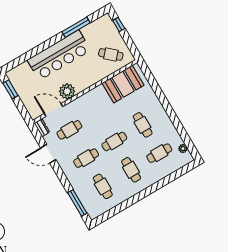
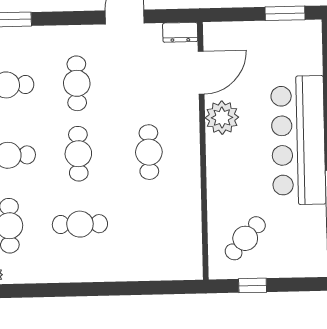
window: (119, 24) -> (253, 285), moved
booth: (123, 84) -> (177, 230), removed
cafe table: (69, 130) -> (149, 152), moved

